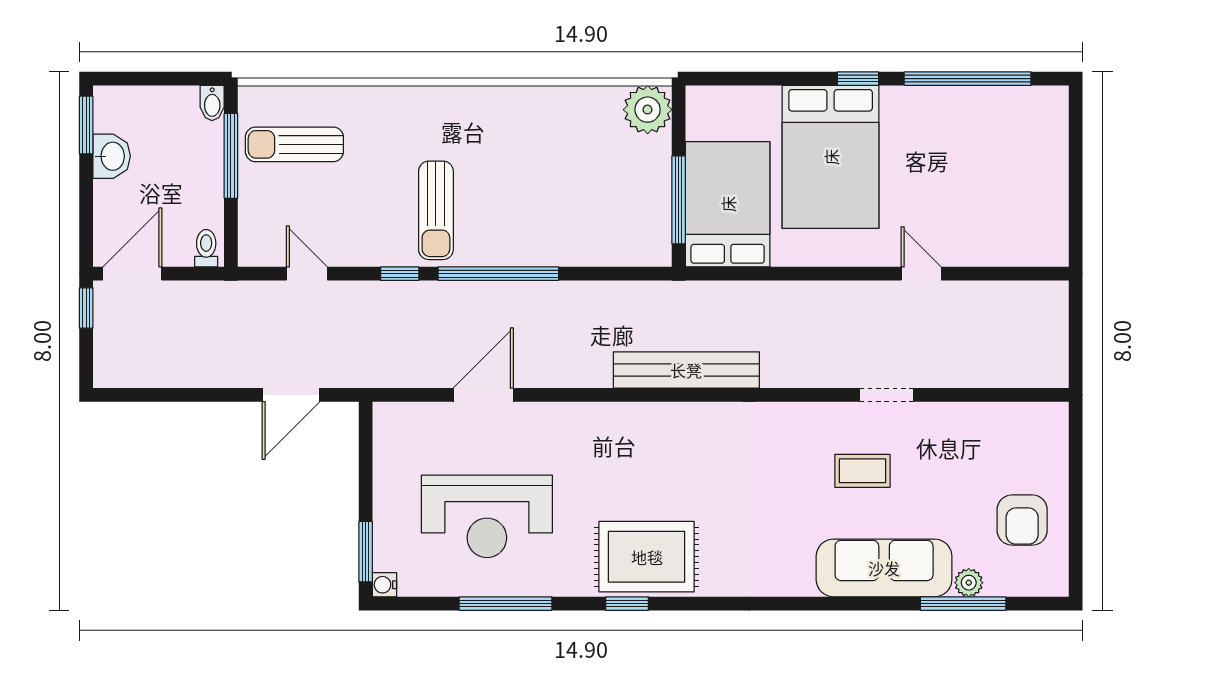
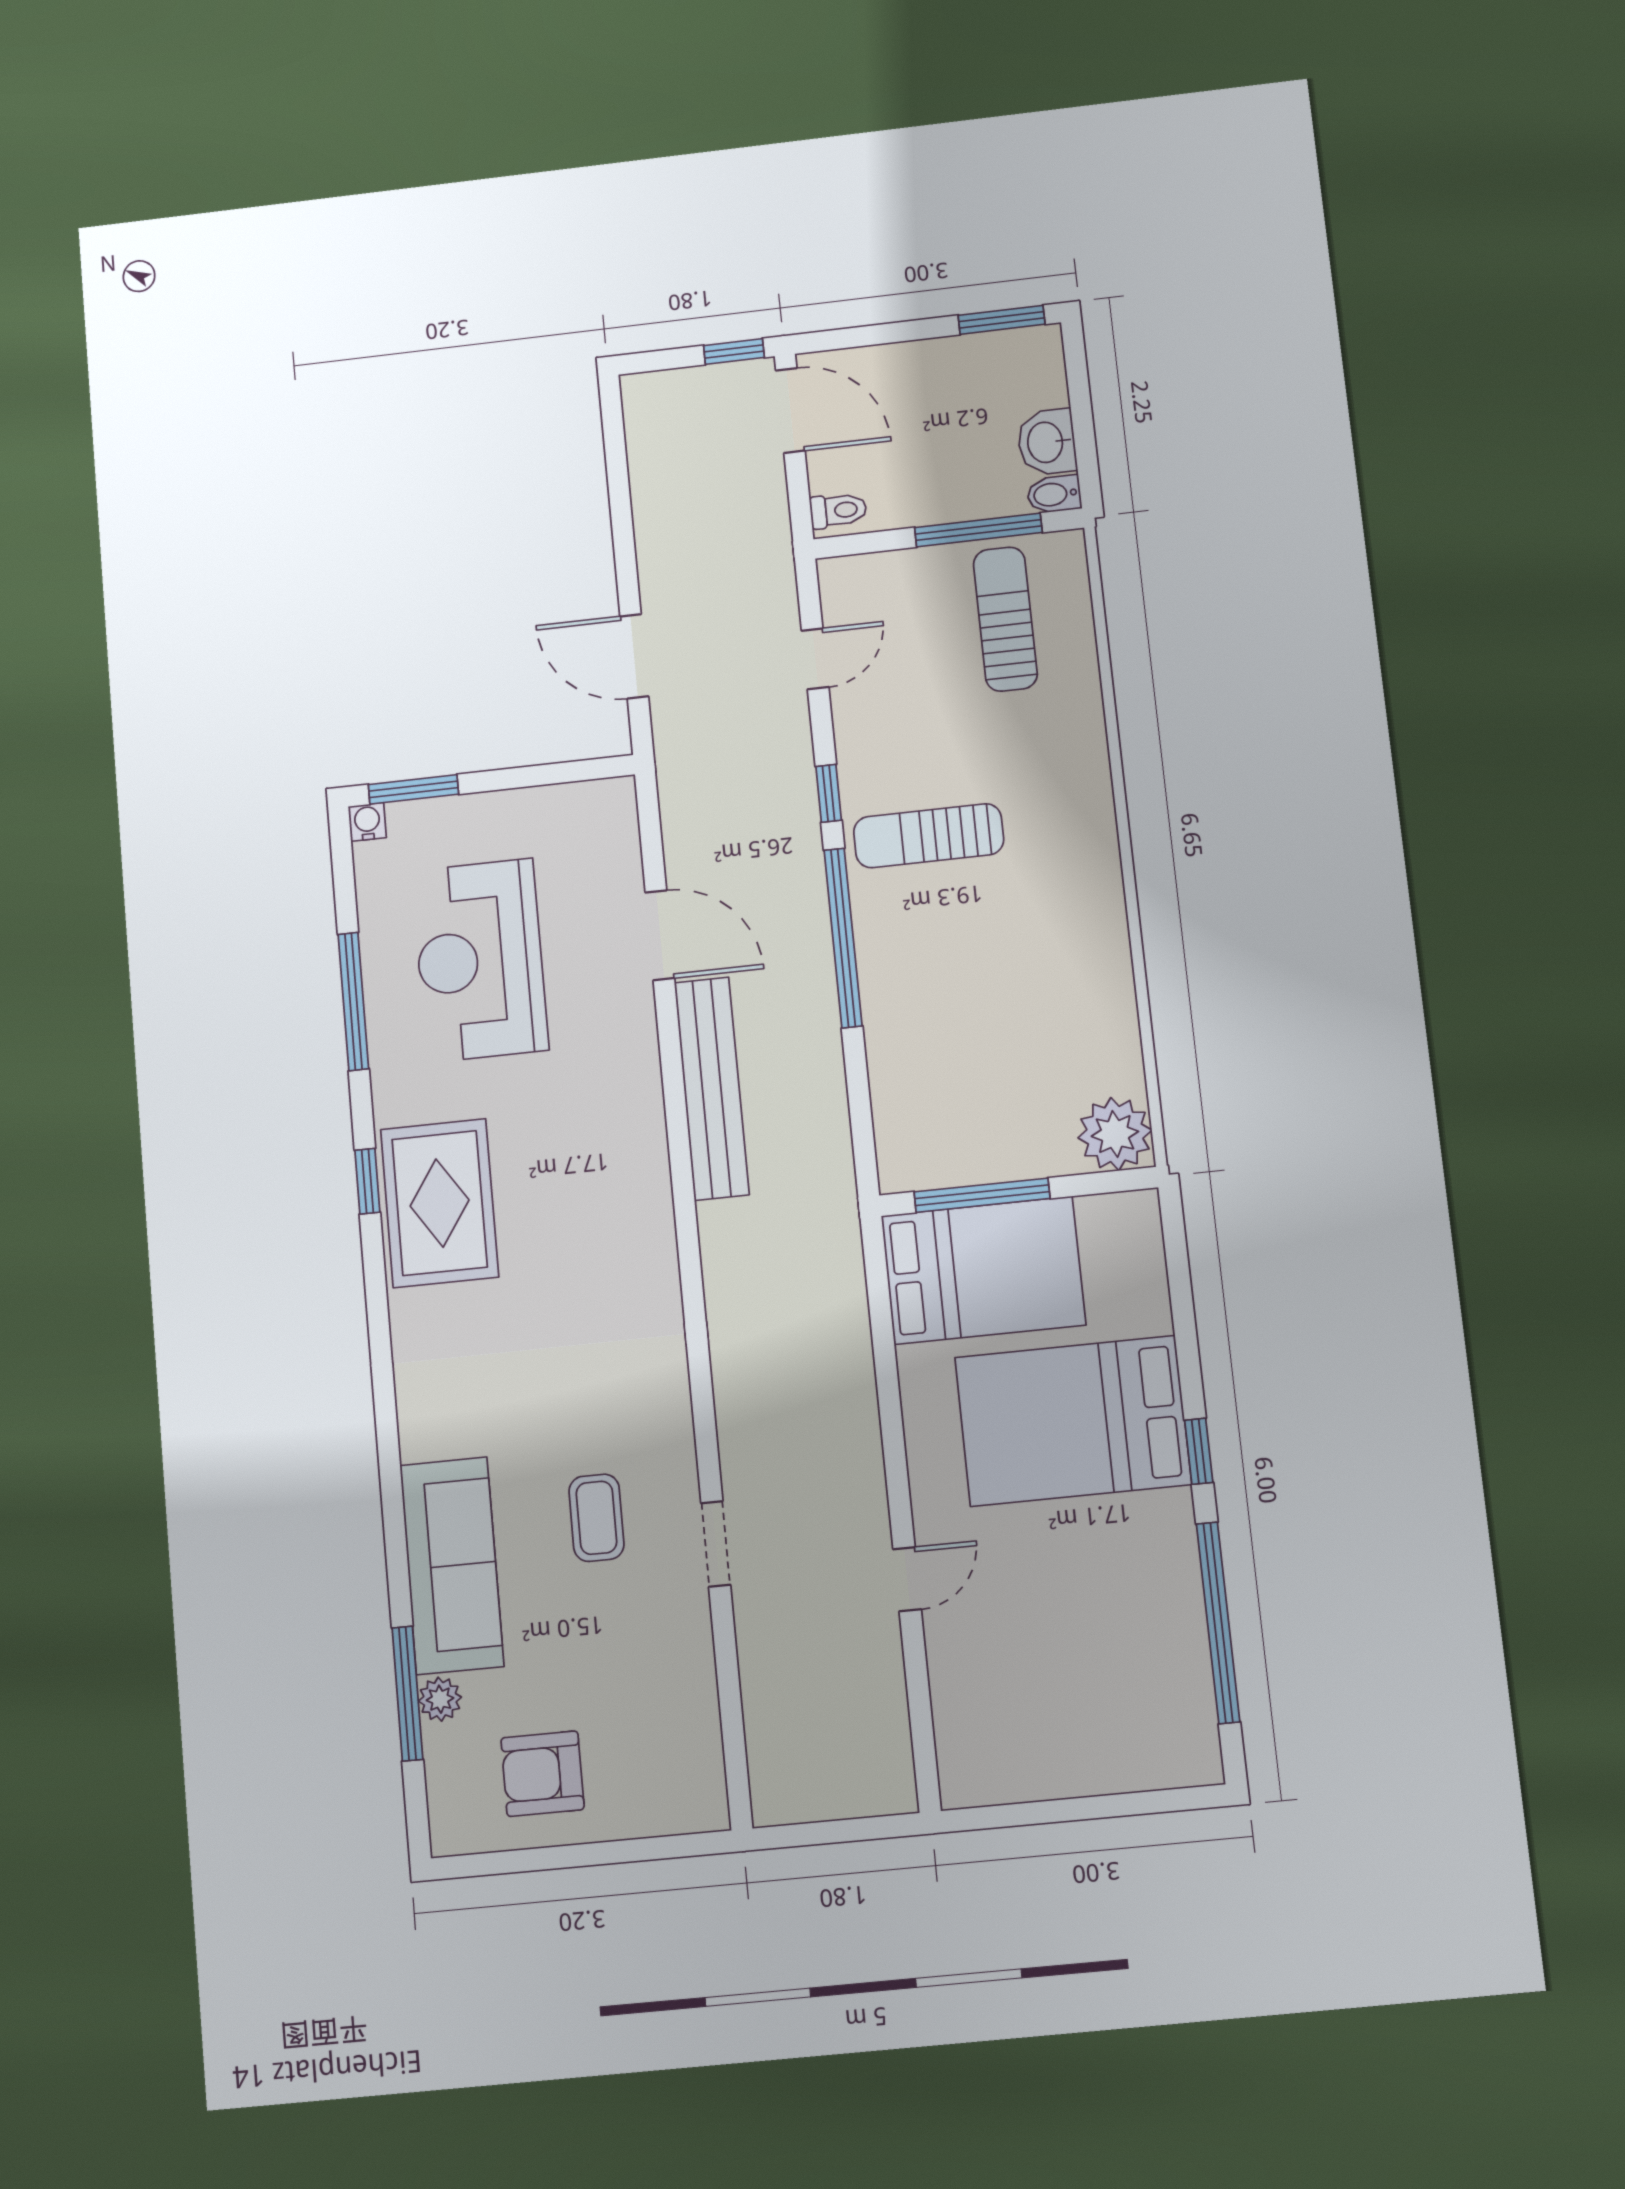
washbasin: (112, 156) -> (1047, 442), moved, turned 90
bench: (686, 370) -> (712, 1088), moved

